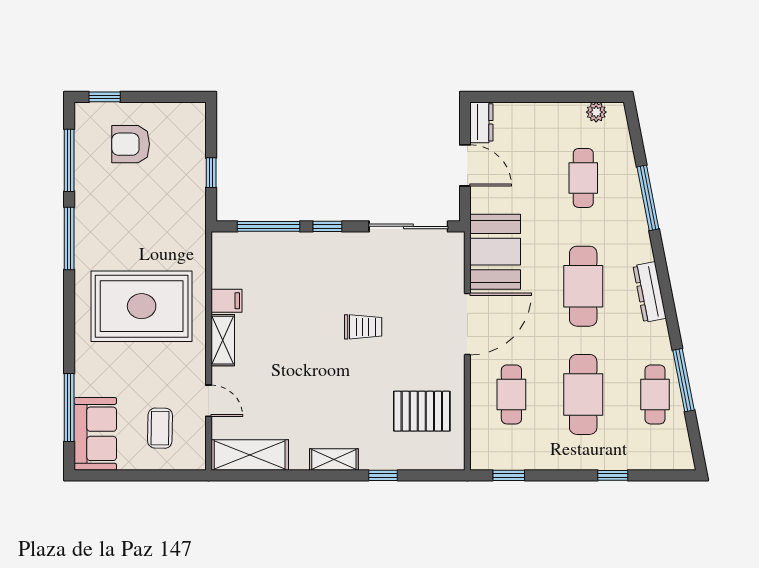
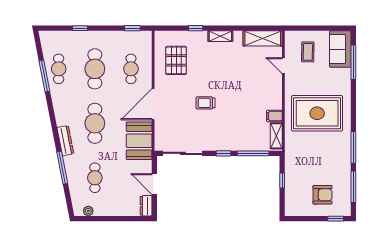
dresser: (650, 292) -> (65, 141), moved
shelving: (223, 340) -> (276, 136), moved
pallet: (422, 411) -> (176, 60), turned 90

